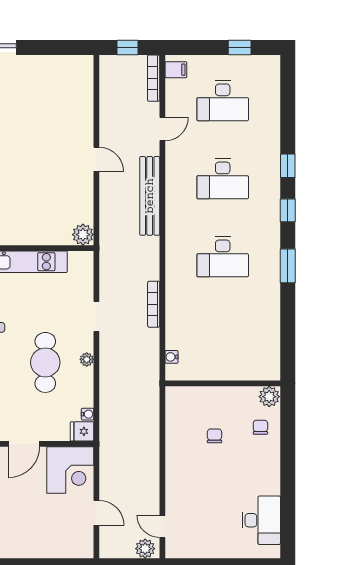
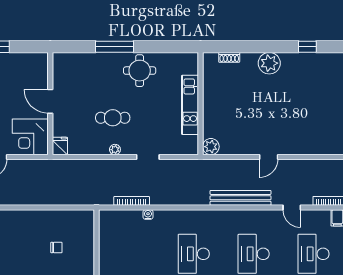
bookcase: (154, 304) -> (132, 201), moved
water cooler: (171, 357) -> (148, 215), moved
cafe table: (45, 362) -> (113, 118), width x0.73, depth x0.74
water cooler: (88, 414) -> (73, 150), removed

